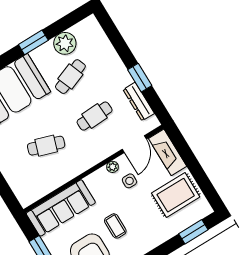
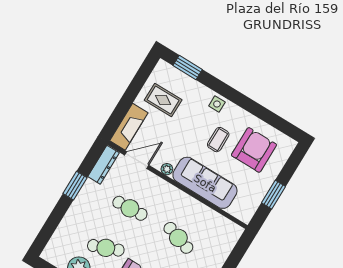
dresser: (139, 101) -> (104, 165), moved
side table: (129, 181) -> (217, 104), moved
rug: (176, 195) -> (163, 100), width x0.73, depth x0.70
sofa: (61, 208) -> (205, 183), moved

